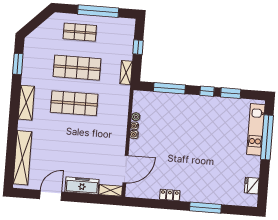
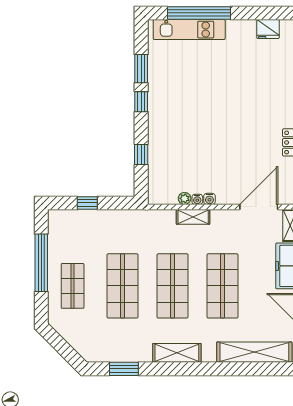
shelving: (126, 73) -> (193, 217), moved
window: (169, 88) -> (141, 155), width x0.46
shop shelf: (71, 139) -> (222, 286), added
door: (126, 169) -> (259, 207), hinge flipped

